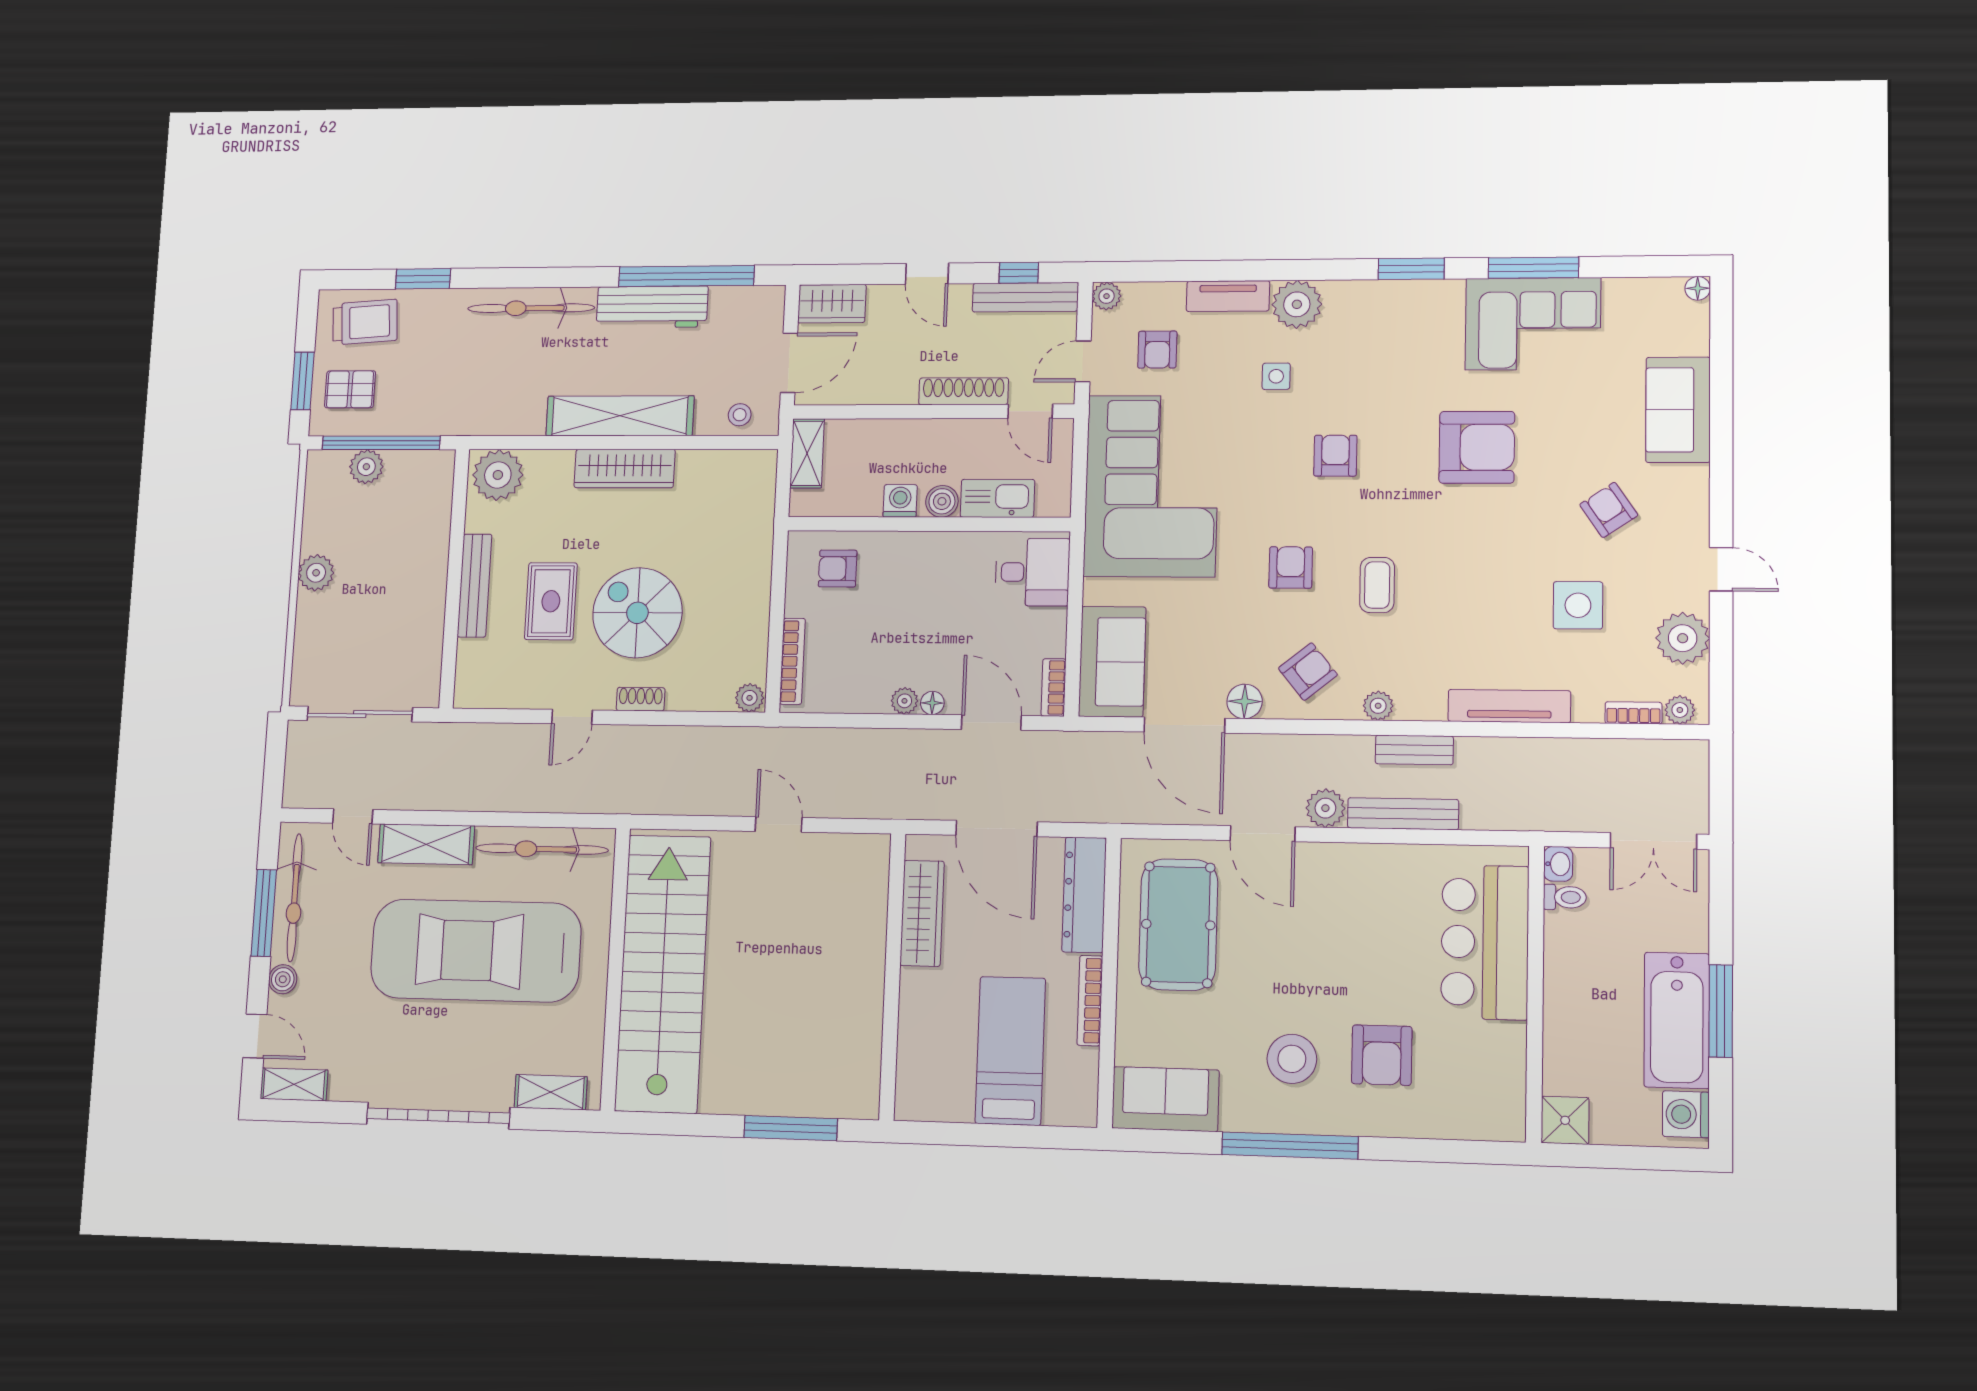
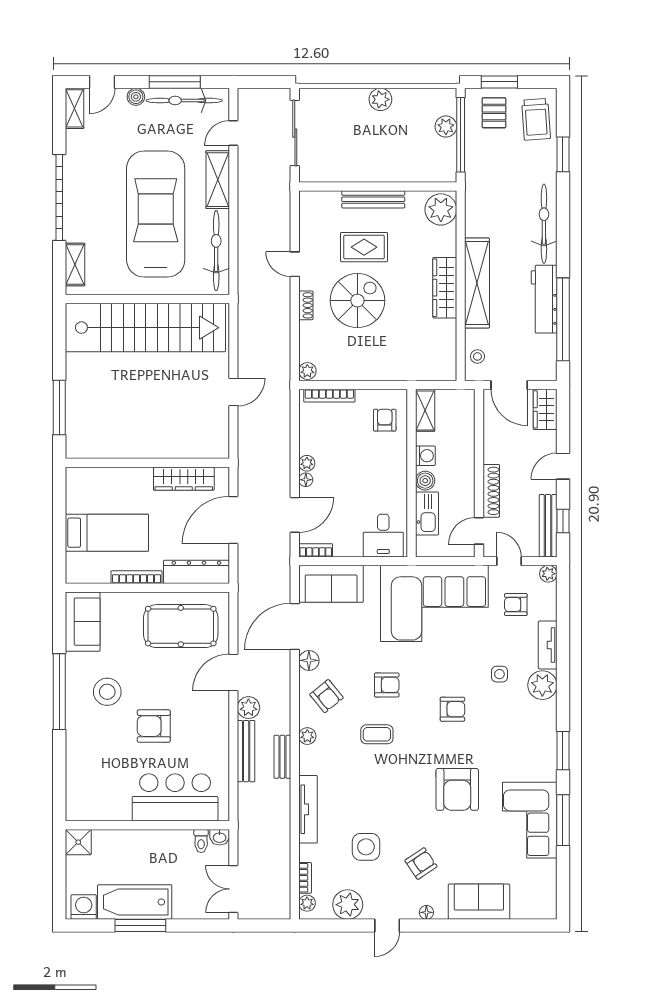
floor lamp: (1698, 288) -> (426, 912), moved
shelving: (807, 453) -> (425, 410), moved, turned 90
armchair: (1382, 1055) -> (154, 726), moved

